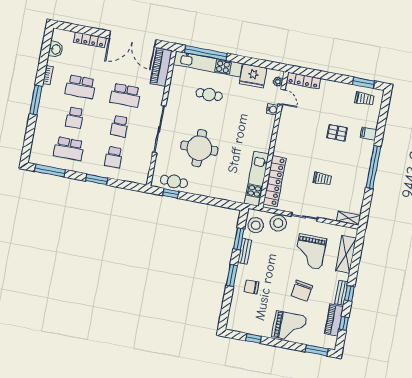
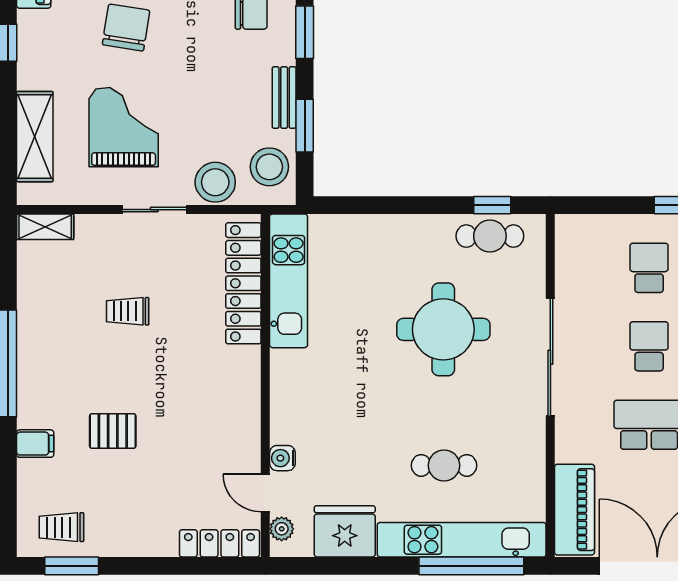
bench: (341, 293) -> (28, 41), removed

